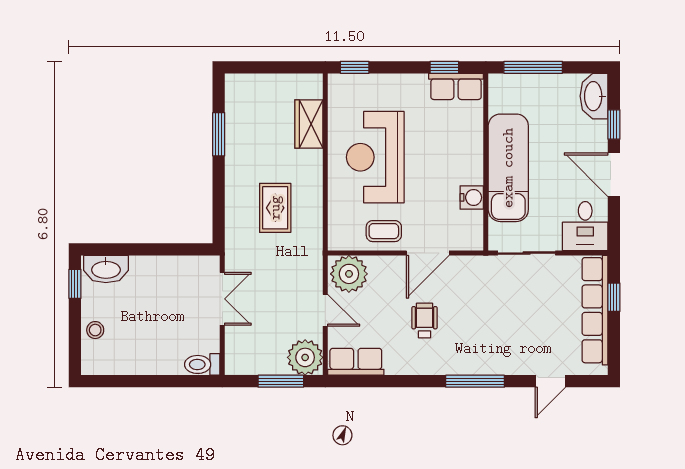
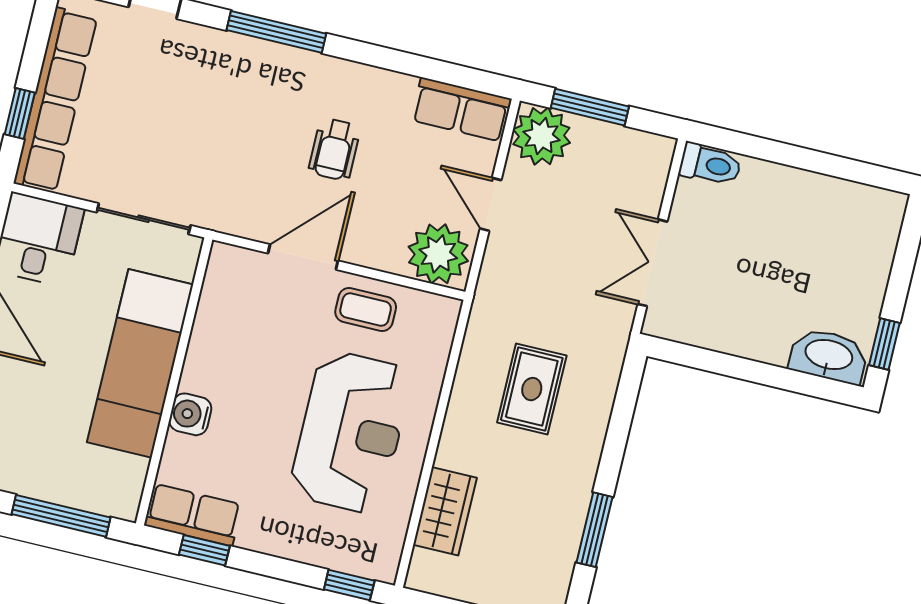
water cooler: (472, 197) -> (190, 414), moved
stool: (95, 330) -> (870, 262), removed

